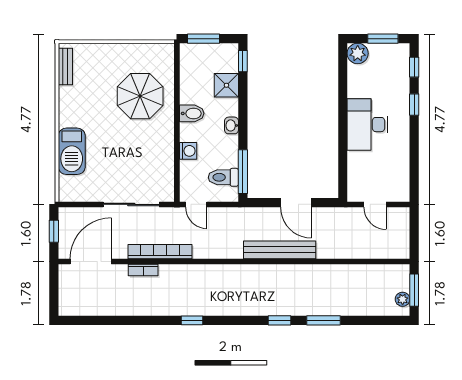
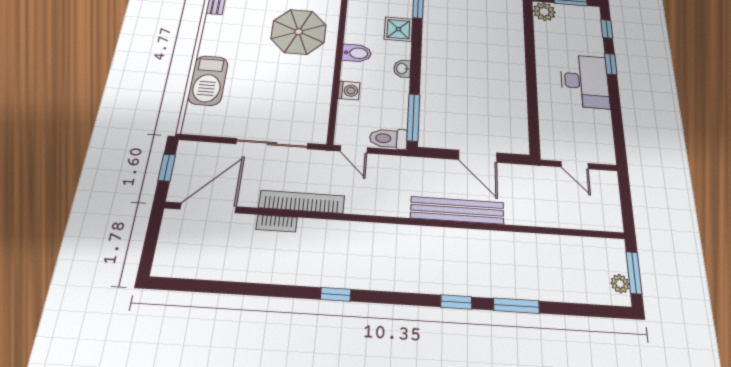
desk: (368, 125) -> (585, 81), moved, turned 180
toilet: (223, 177) -> (388, 139), moved

